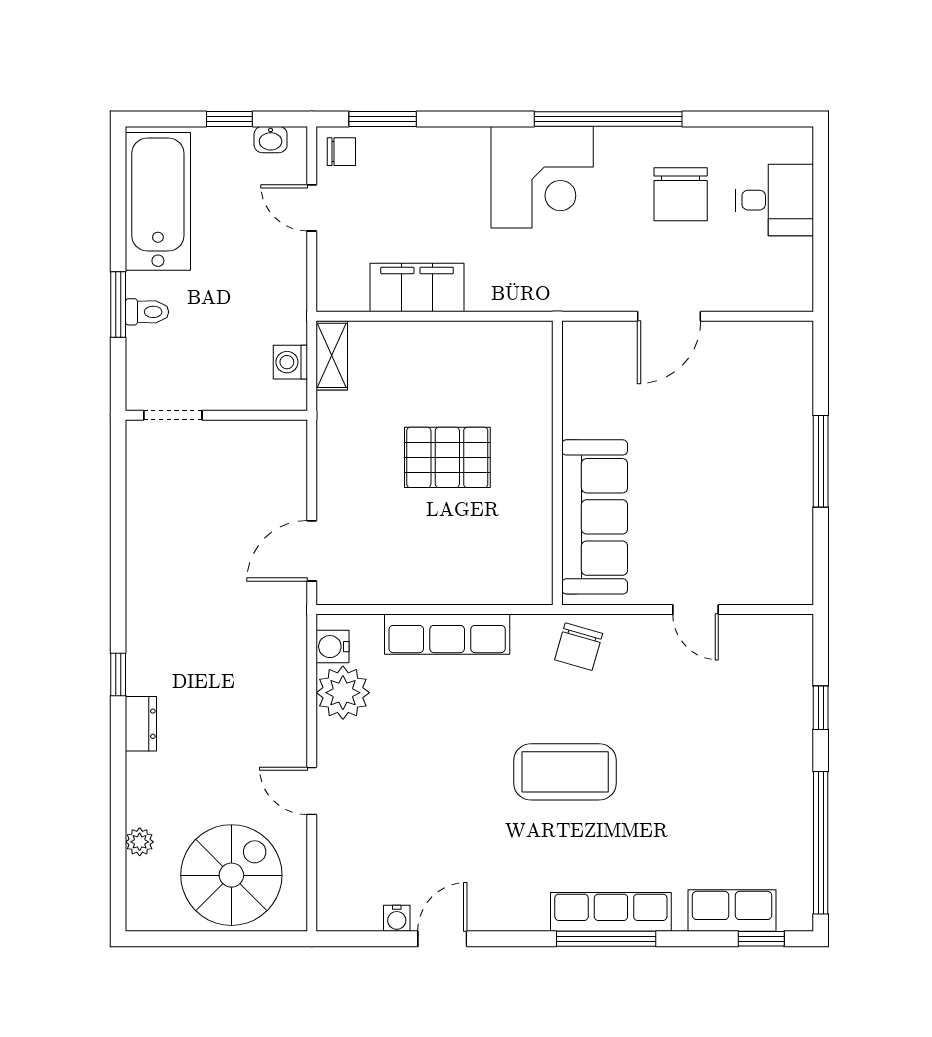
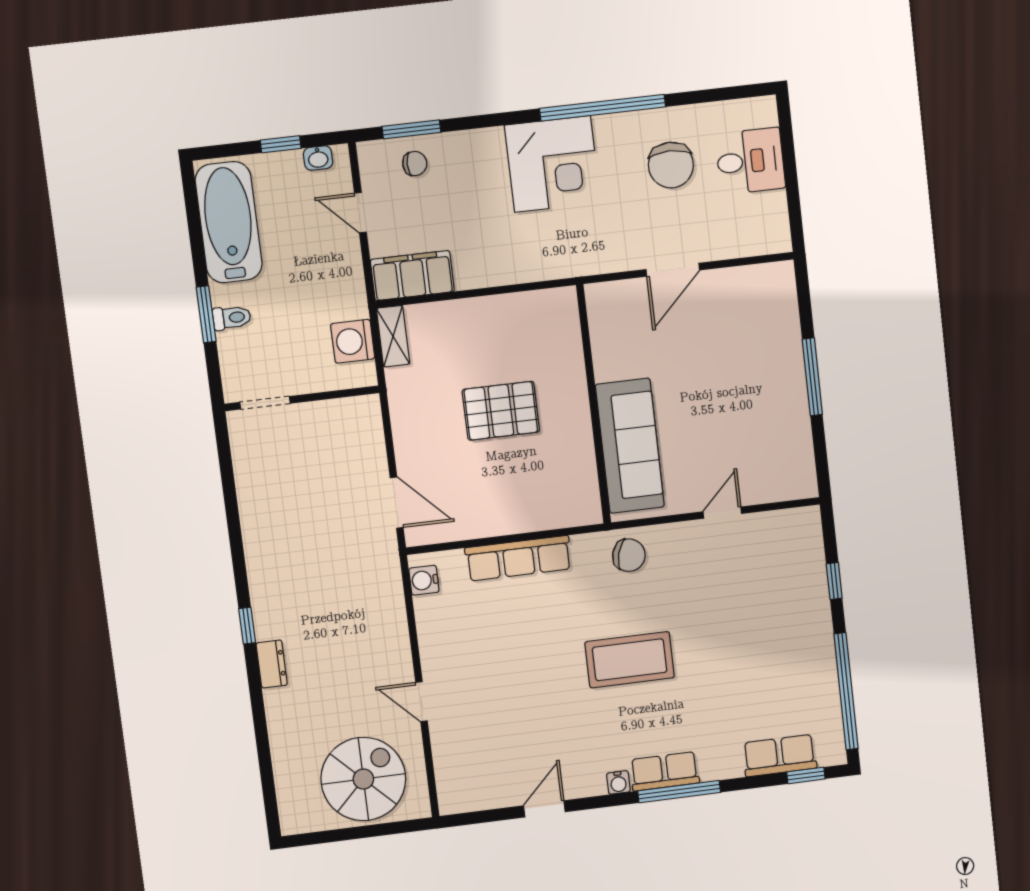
chair: (341, 152) -> (415, 164), moved
filing cabinet: (417, 287) -> (412, 276), moved
washing machine: (290, 362) -> (353, 341), width x1.38, depth x1.38
door: (312, 551) -> (397, 503), swing flipped
door: (696, 610) -> (722, 513), swing flipped
chair: (579, 647) -> (629, 555), turned -90
plant: (343, 693) -> (437, 617), removed
plant: (140, 842) -> (283, 761), removed
row of seats: (611, 912) -> (665, 771), width x0.68
water cooler: (397, 918) -> (618, 782), moved

